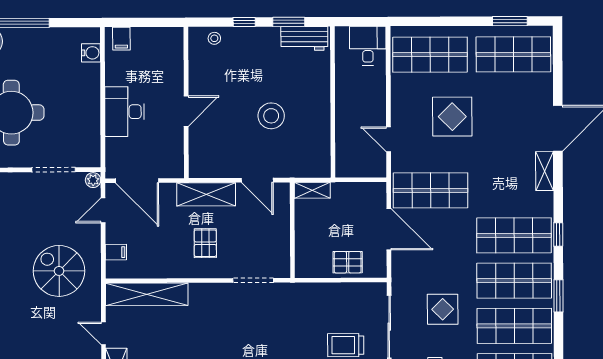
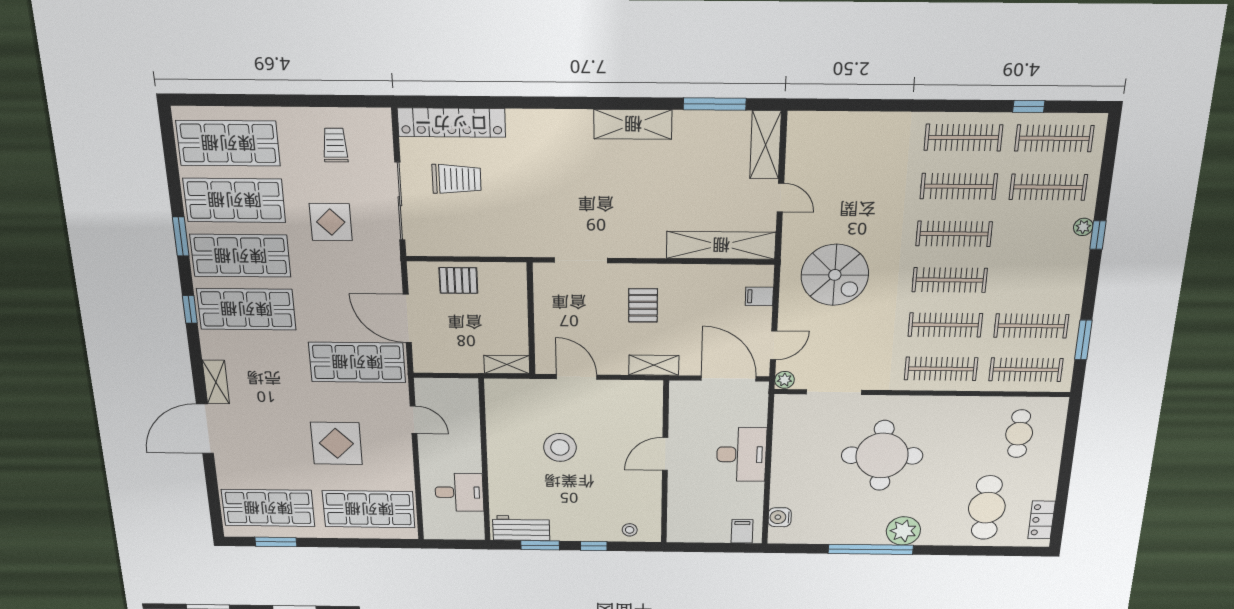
desk: (368, 46) -> (459, 492), moved, turned -90
shelving: (206, 194) -> (654, 365), width x0.67, depth x0.75

